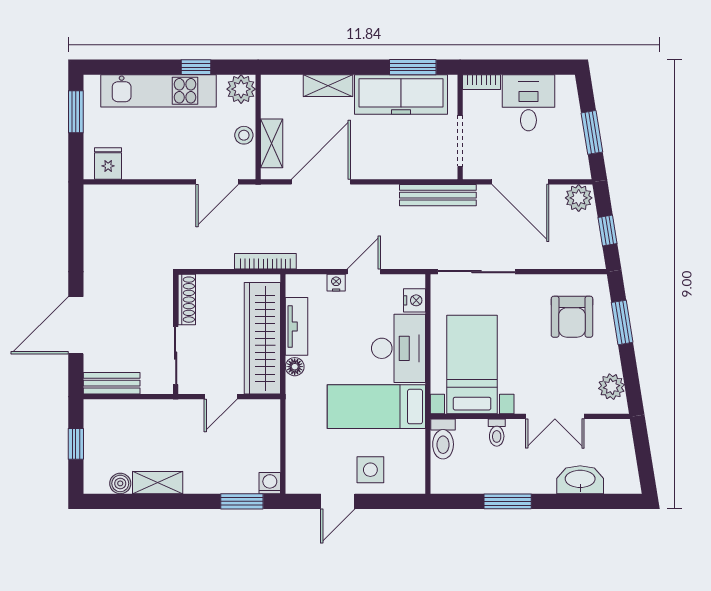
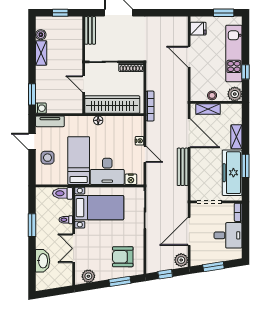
window: (413, 67) -> (246, 166), moved
door: (217, 182) -> (189, 57), moved
bench: (438, 195) -> (183, 167), moved
tv unit: (297, 326) -> (50, 121), moved

